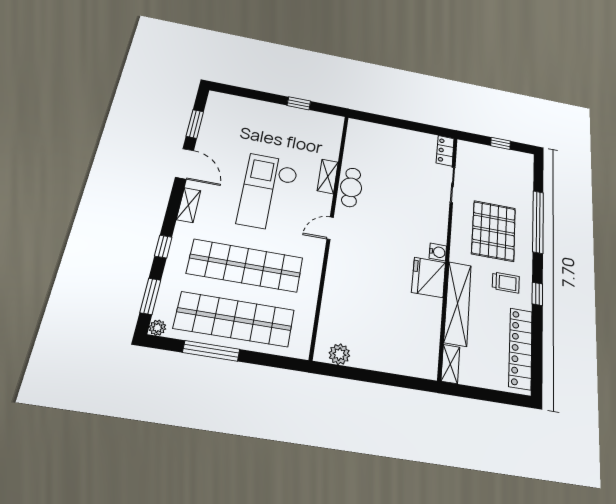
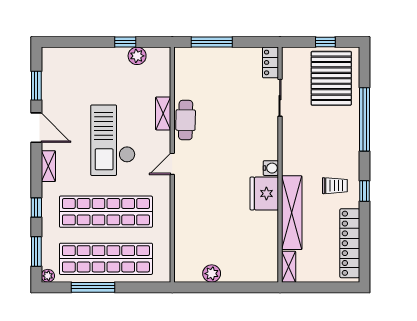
plant: (309, 118) -> (137, 56), added
window: (388, 121) -> (212, 42), added
pallet: (494, 231) -> (331, 78), moved
plant: (339, 354) -> (212, 274), moved

